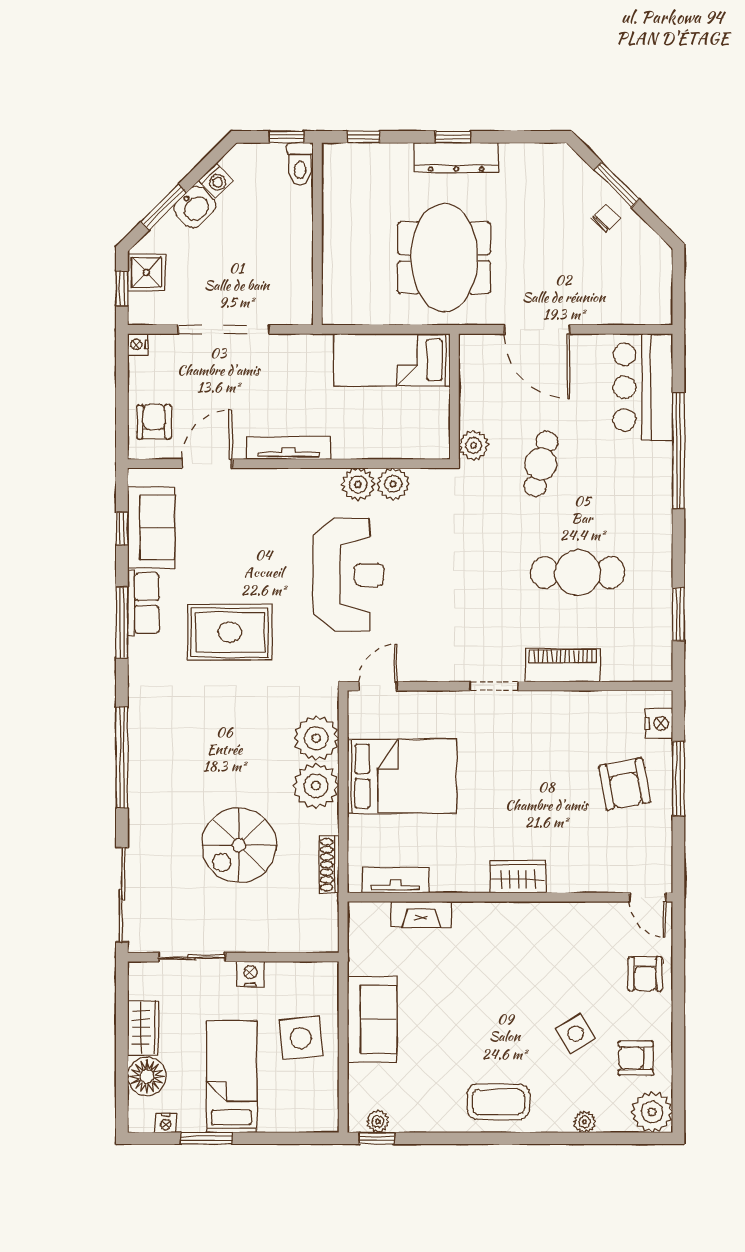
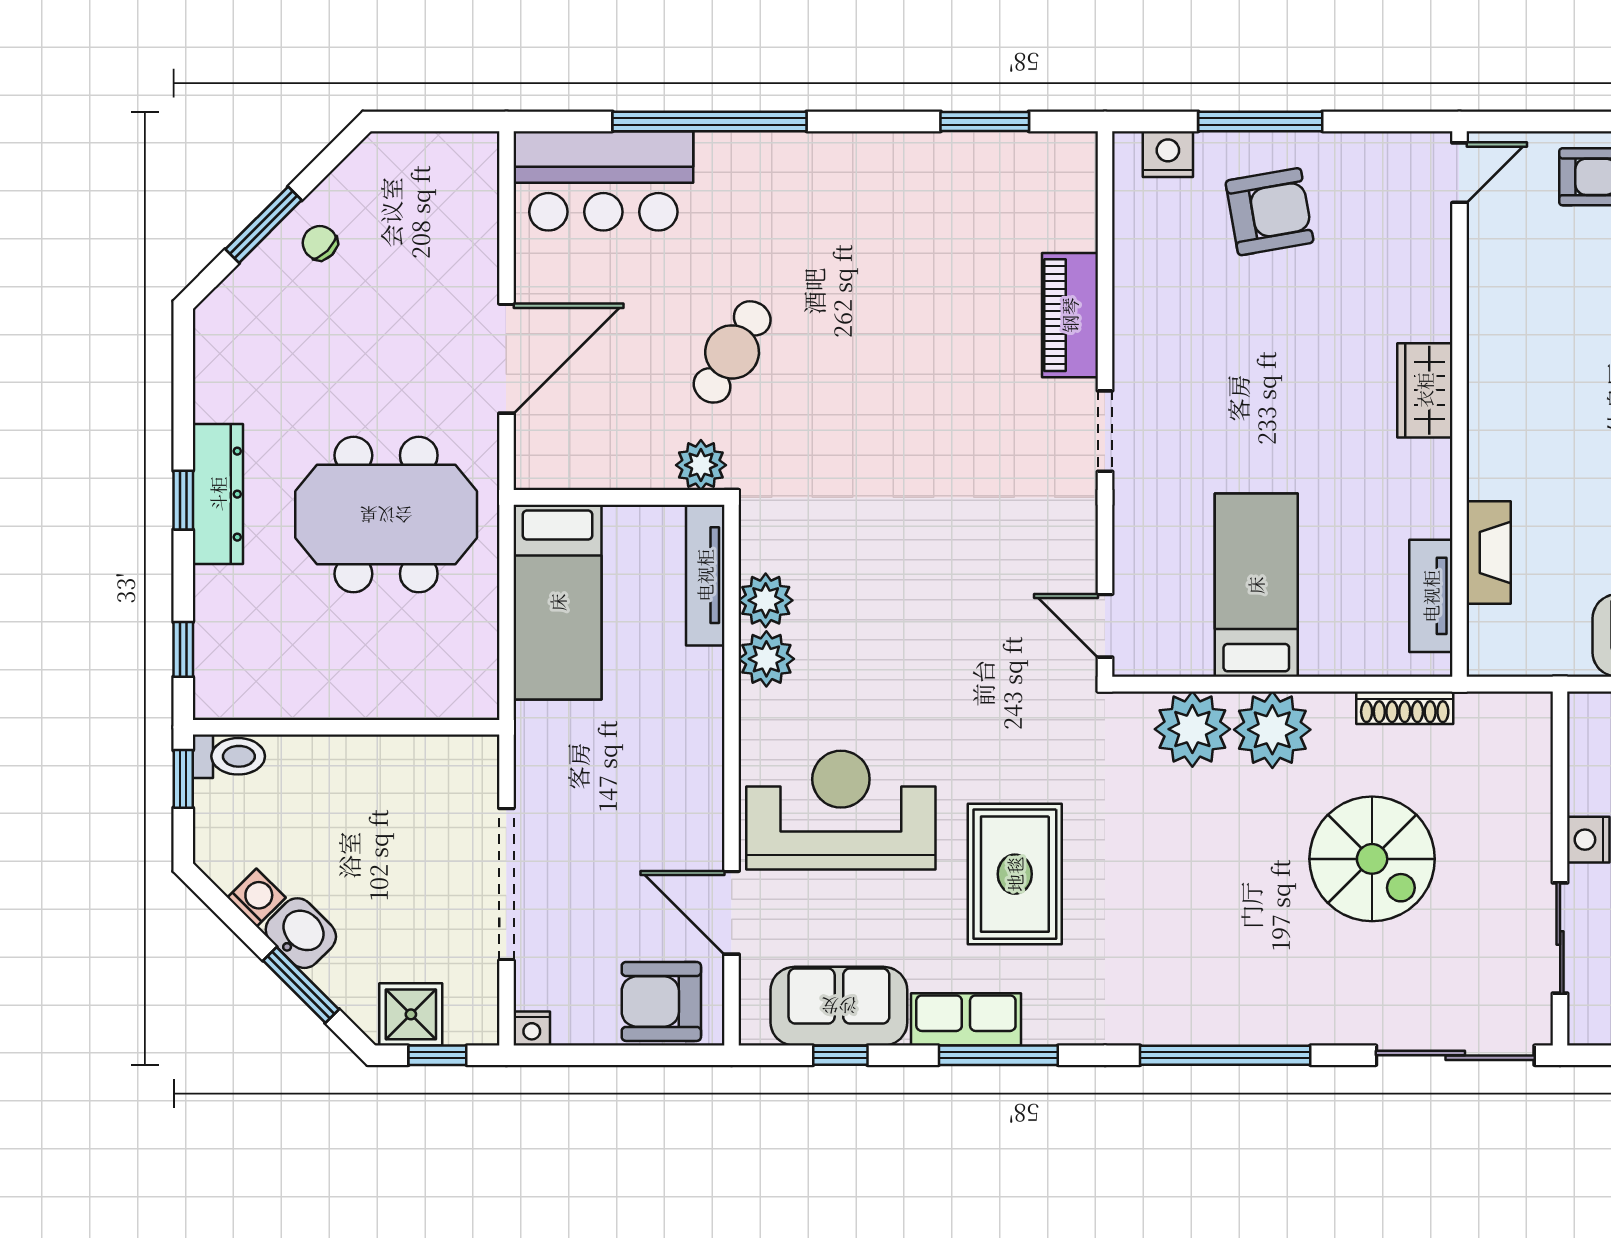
armchair: (154, 422) -> (661, 1001), width x1.38, depth x1.38
tv unit: (289, 448) -> (705, 575), moved
cafe table: (541, 464) -> (732, 352), turned -74
cafe table: (578, 573) -> (915, 290), removed
reception desk: (349, 575) -> (841, 810), moved
bed: (402, 776) -> (1256, 585), width x0.67

